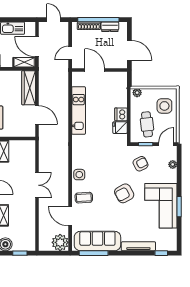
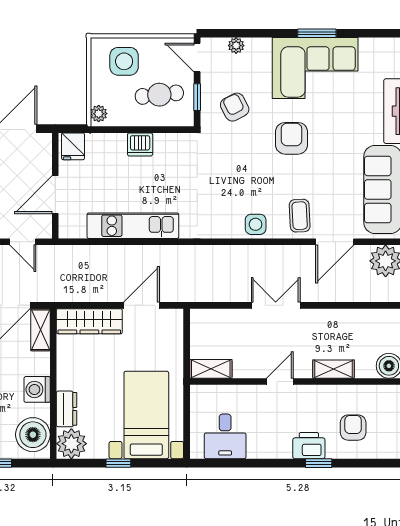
fridge: (120, 128) -> (73, 146), moved
armchair: (124, 193) -> (292, 138), turned -152

